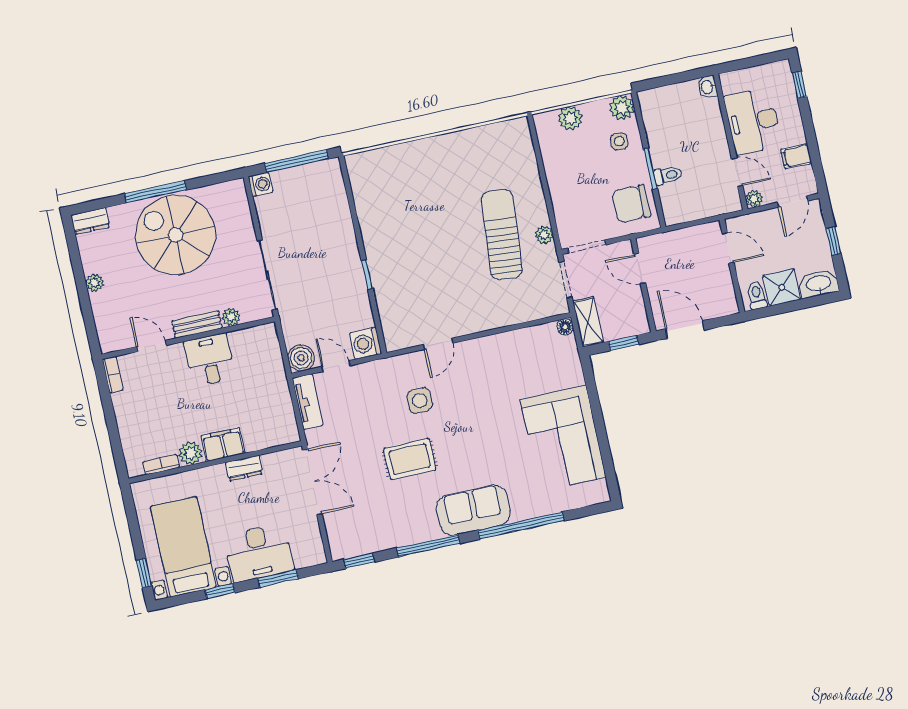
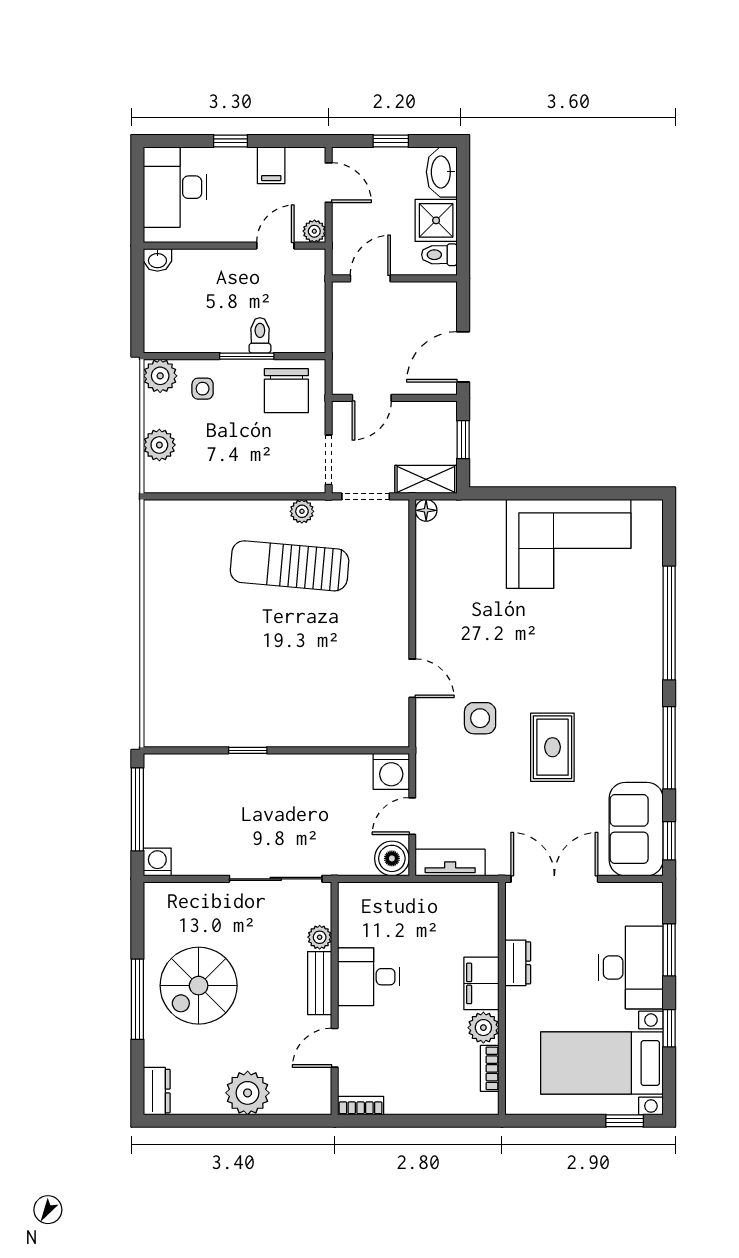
window: (799, 85) -> (230, 141), moved
desk: (753, 121) -> (175, 187), moved, turned 90
spiral stairs: (175, 235) -> (199, 986), width x0.73, depth x0.73
window: (367, 275) -> (248, 750), moved
plant: (95, 283) -> (248, 1093), width x1.88, depth x1.88
sofa: (473, 510) -> (636, 829), moved

